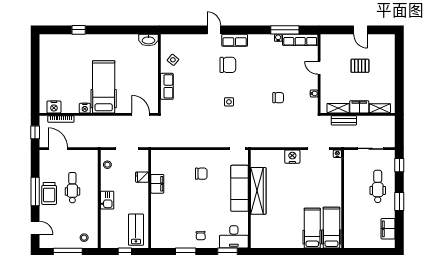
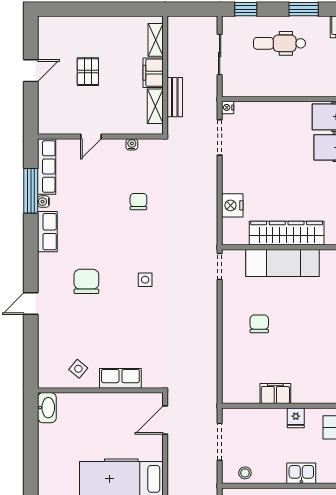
row of seats: (235, 40) -> (47, 232), moved
nightstand: (292, 157) -> (232, 205), moved
fridge: (142, 177) -> (296, 418), moved

